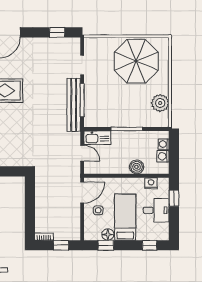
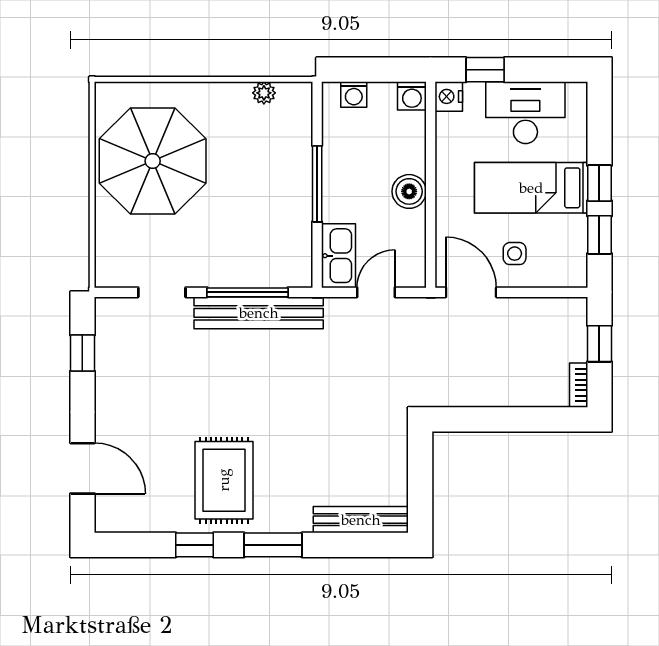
plant: (160, 103) -> (264, 93), width x0.53, depth x0.53
washing machine: (163, 156) -> (412, 96), moved
boiler: (137, 167) -> (409, 191), moved
nightstand: (151, 183) -> (449, 96), moved
desk: (156, 210) -> (525, 113), width x1.37
floor lamp: (108, 235) -> (573, 230), removed
window: (150, 245) -> (599, 183), moved

